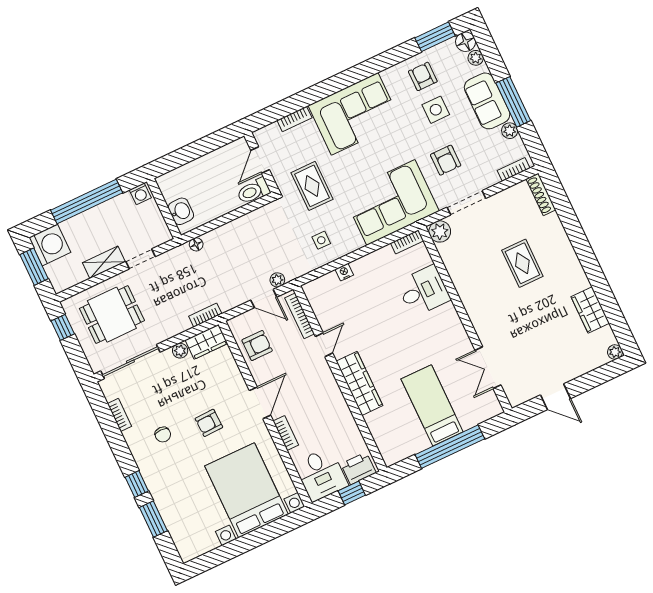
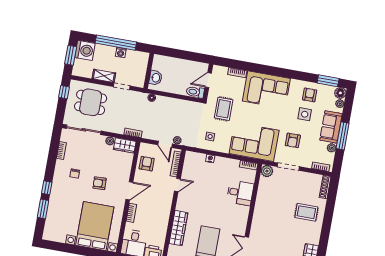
washing machine: (140, 194) -> (121, 53), moved
rug: (522, 263) -> (306, 212), moved, turned 90
armchair: (257, 346) -> (147, 164), turned -90
wardrobe: (359, 383) -> (178, 228), moved

